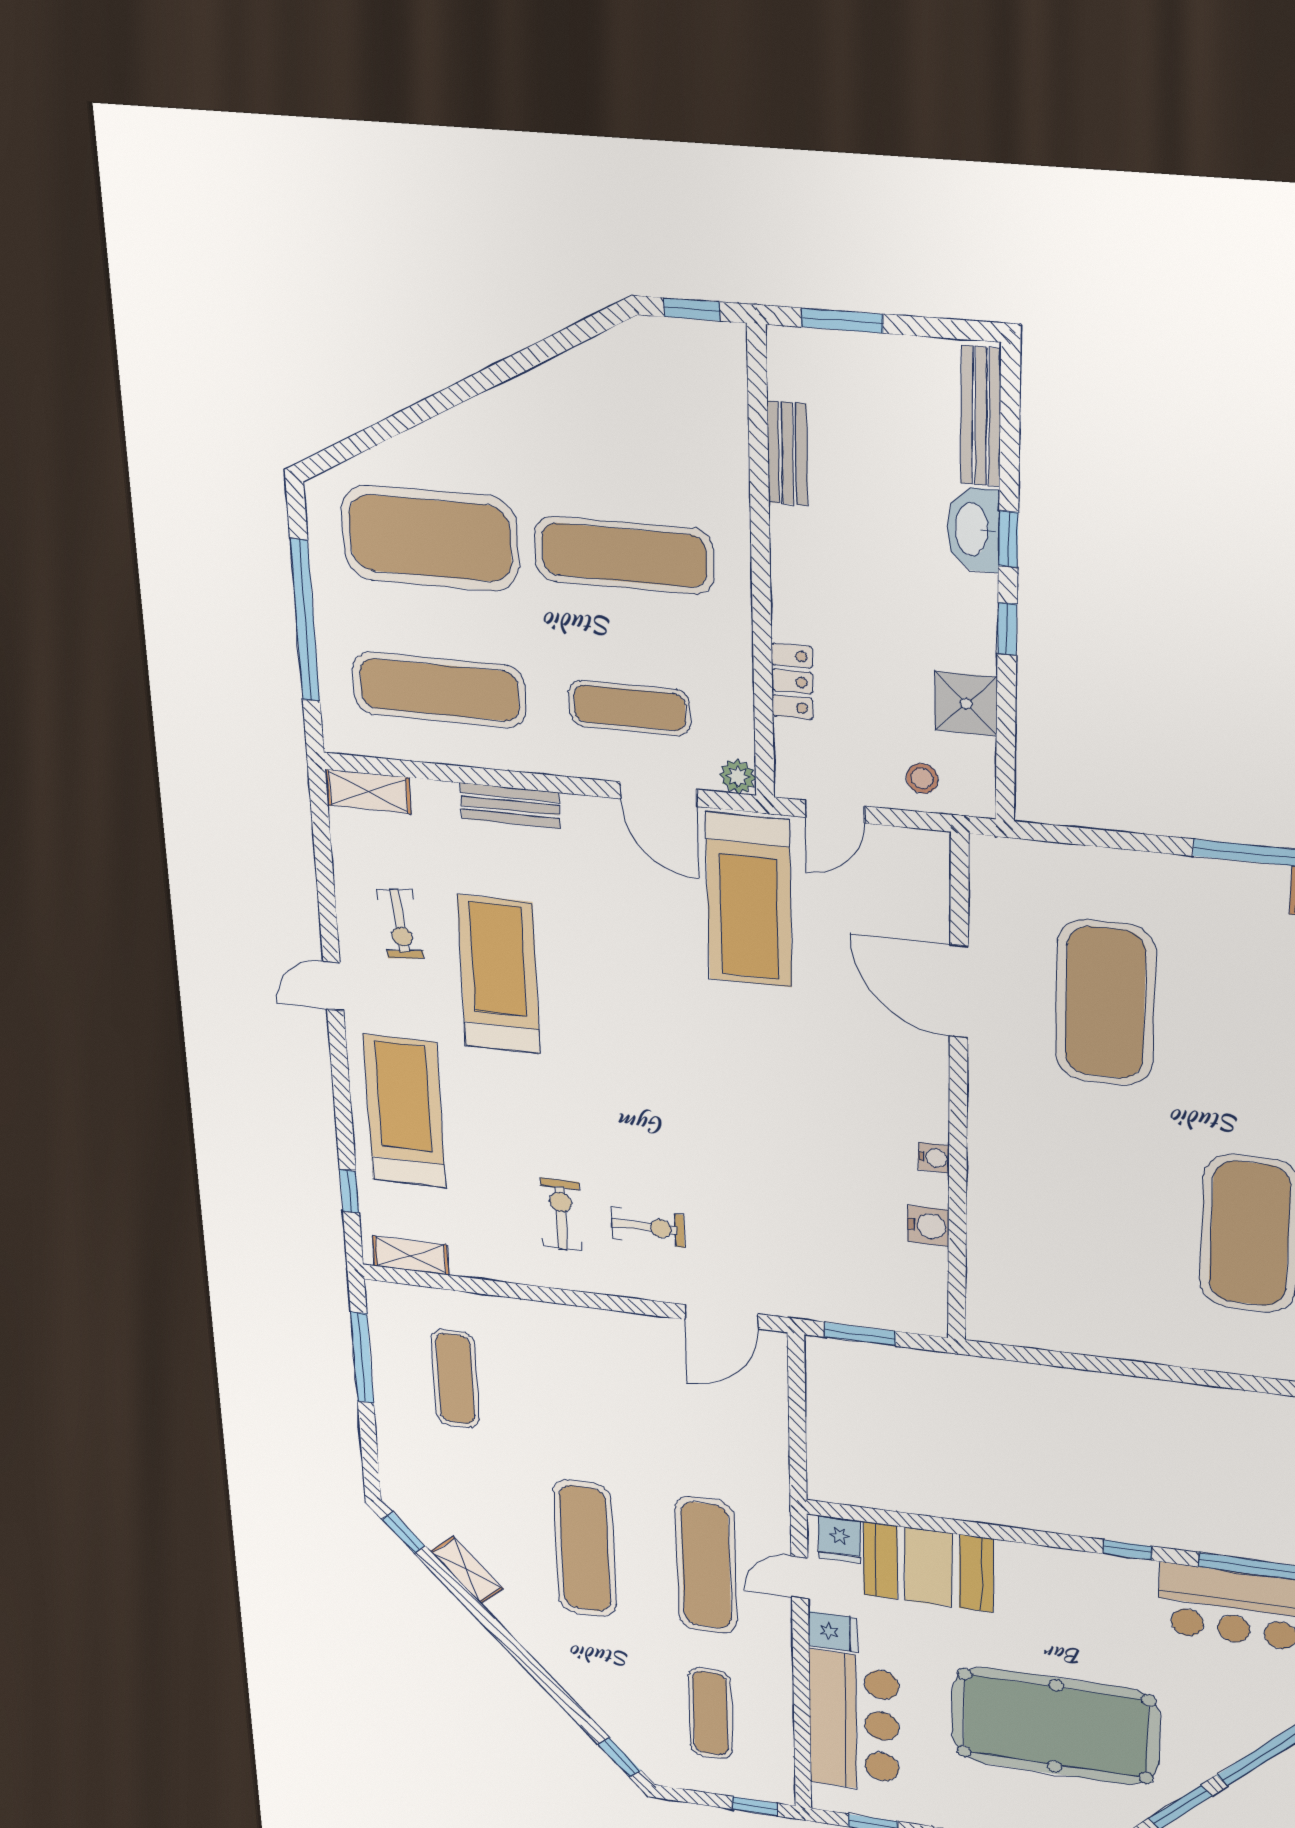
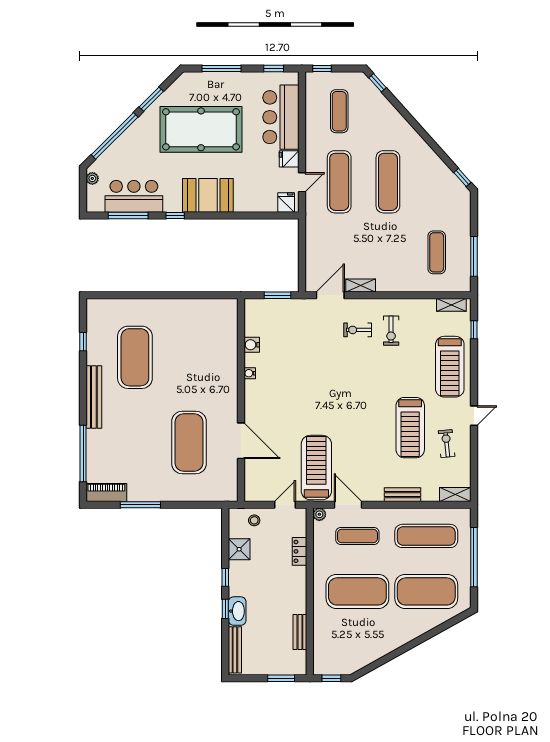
exercise mat: (624, 555) -> (357, 591), width x1.47
booth: (928, 1567) -> (208, 195), moved
shelving: (467, 1570) -> (361, 285), moved, turned -48

